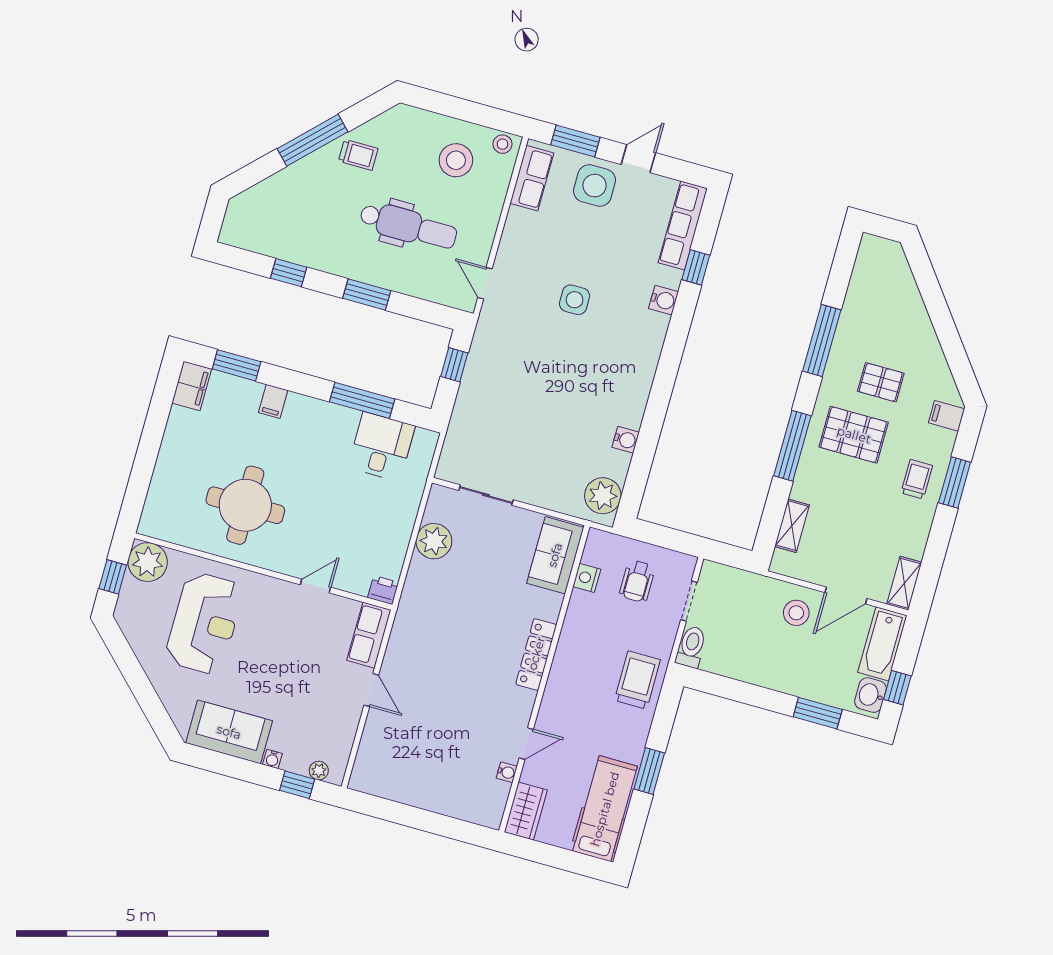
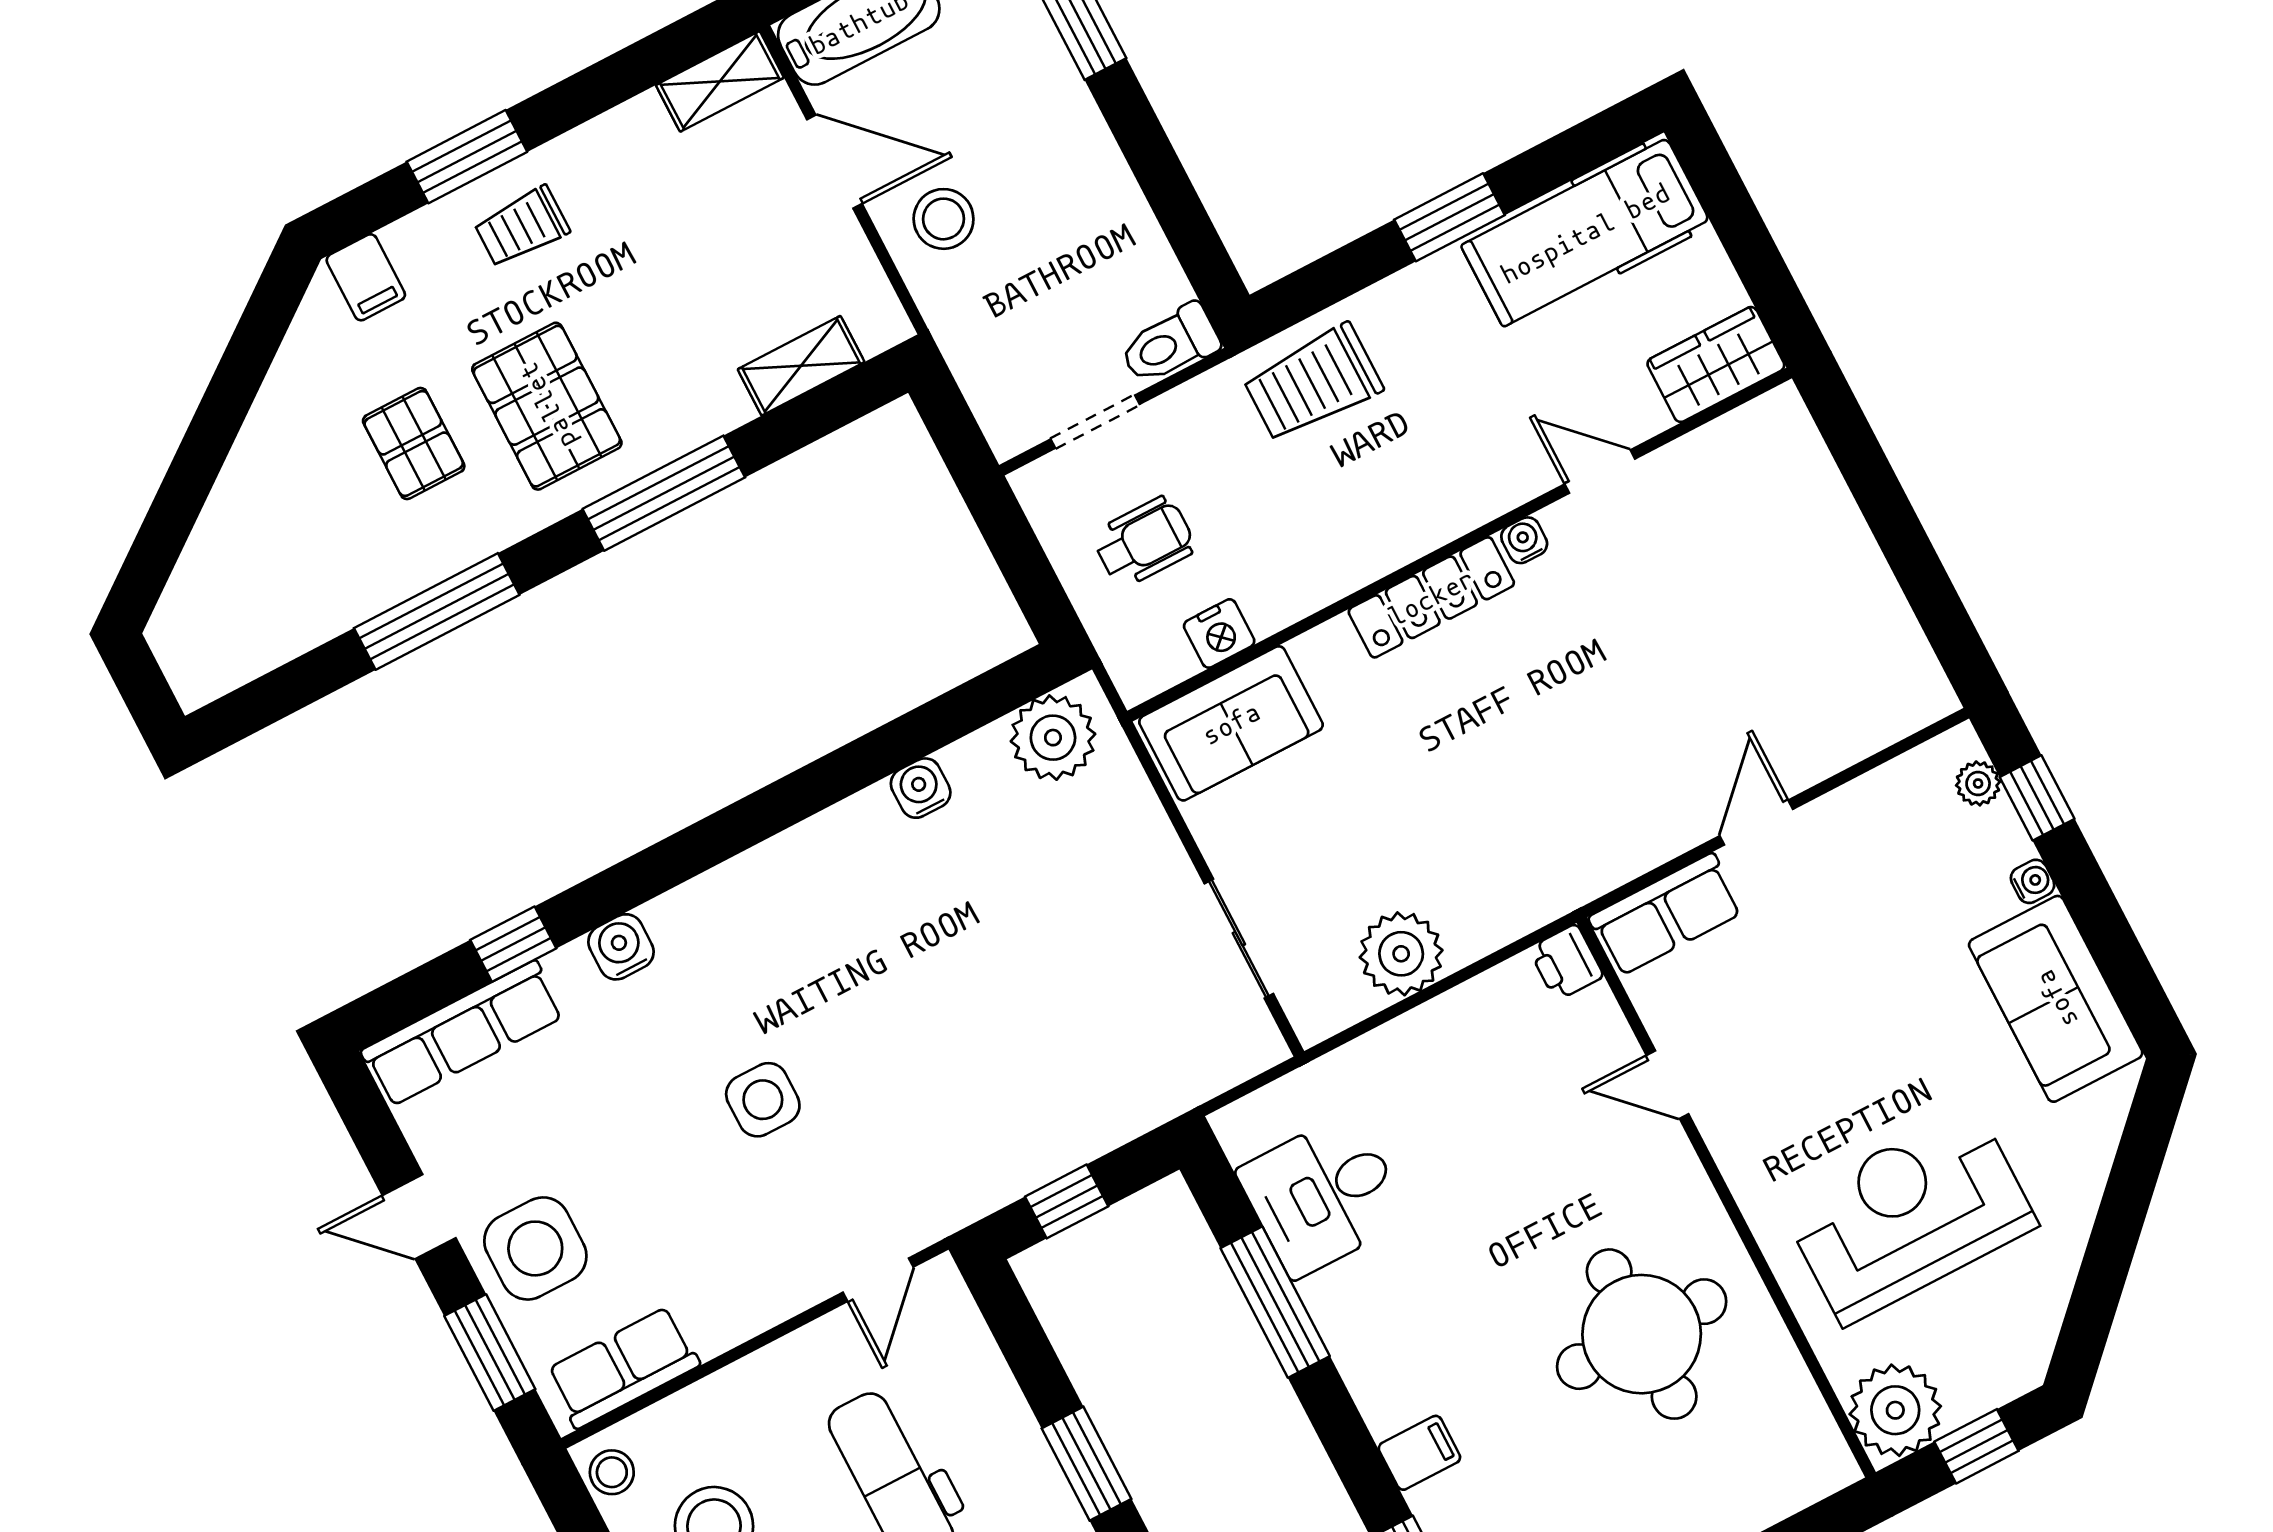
water cooler: (507, 772) -> (1524, 540), moved

